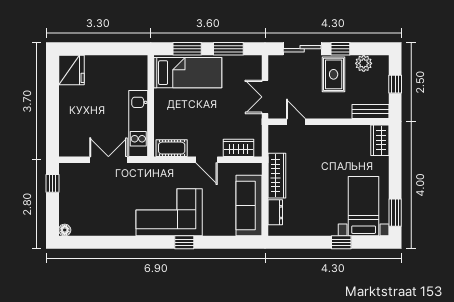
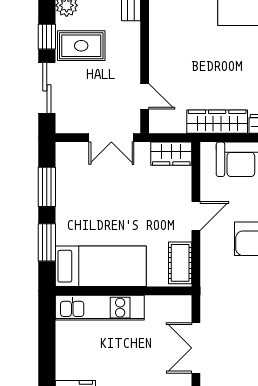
bed: (188, 73) -> (101, 266), moved, turned 90
door: (296, 122) -> (145, 96), swing flipped
kitchen unit: (138, 124) -> (100, 308), moved
wardrobe: (238, 148) -> (171, 154), moved, turned -90

